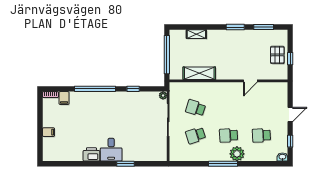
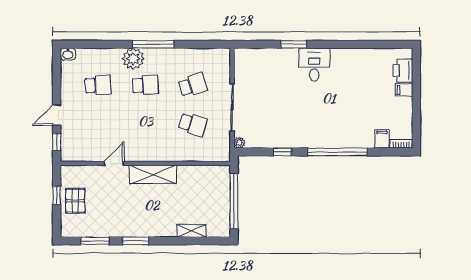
shelving: (199, 73) -> (153, 174), moved
window: (290, 141) -> (57, 142), moved
printer: (91, 154) -> (403, 70), moved, turned 90

